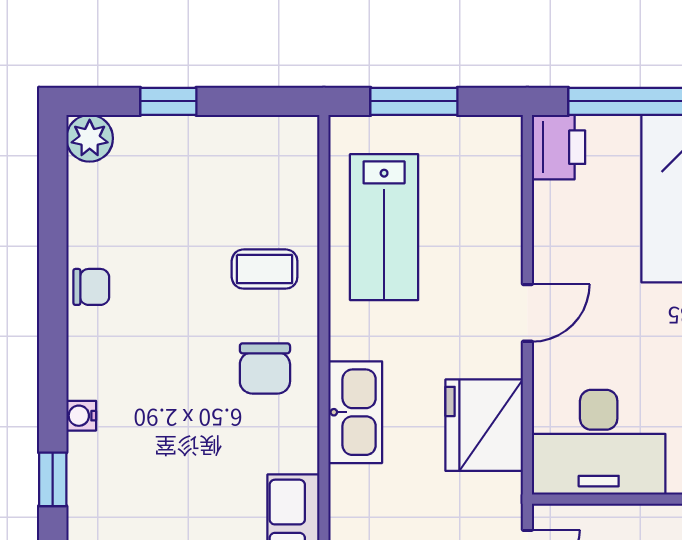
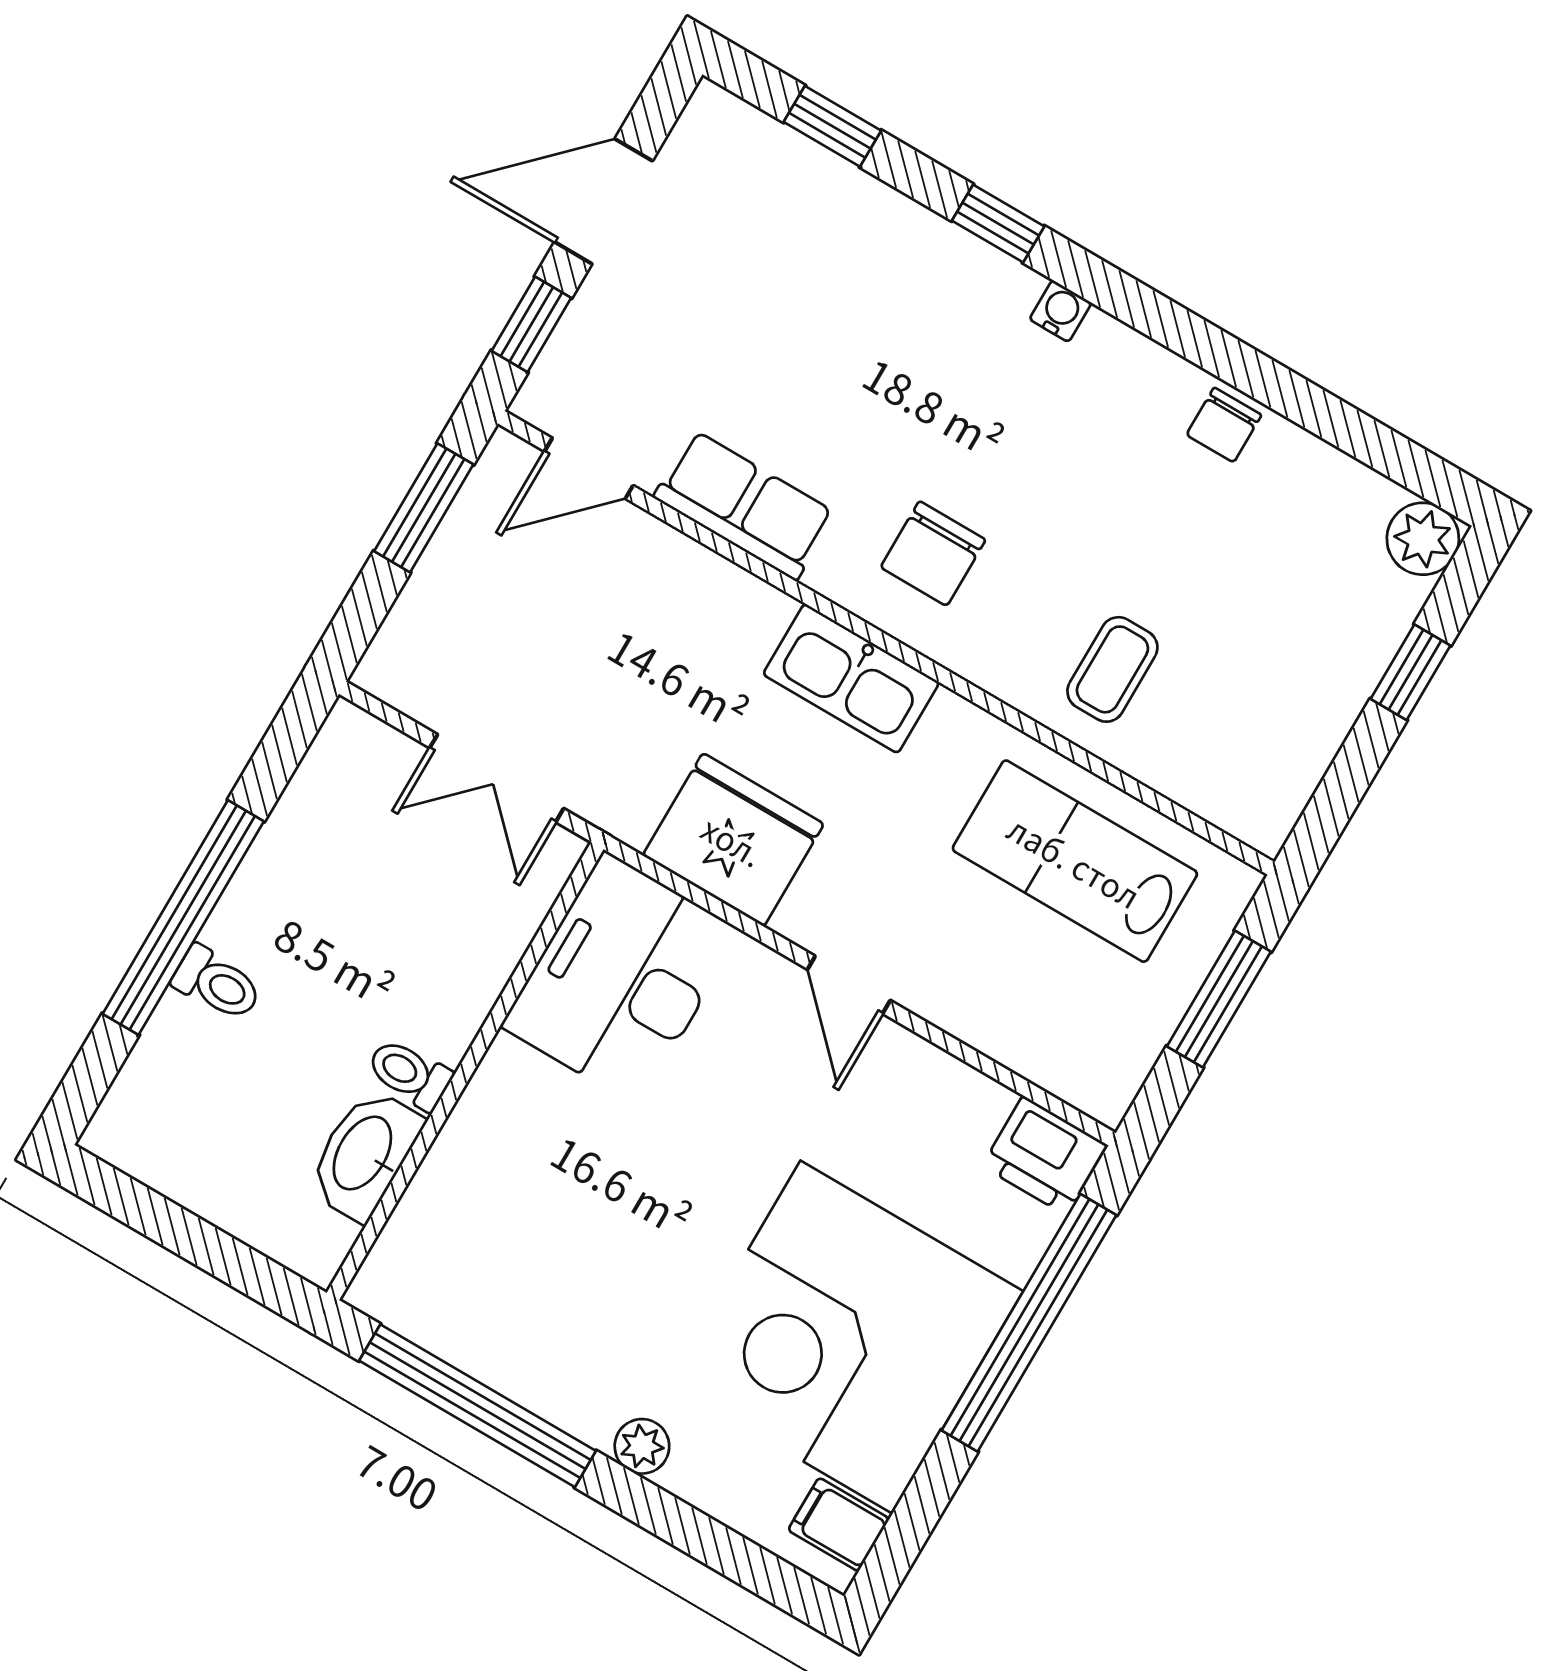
chair: (265, 368) -> (933, 553), moved, turned -90

